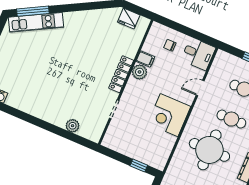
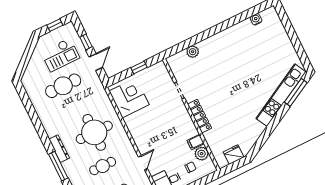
kitchen unit: (36, 22) -> (281, 95), width x1.36
plant: (139, 72) -> (202, 154), moved
corner desk: (169, 115) -> (129, 98), moved
window: (139, 165) -> (139, 67), moved

